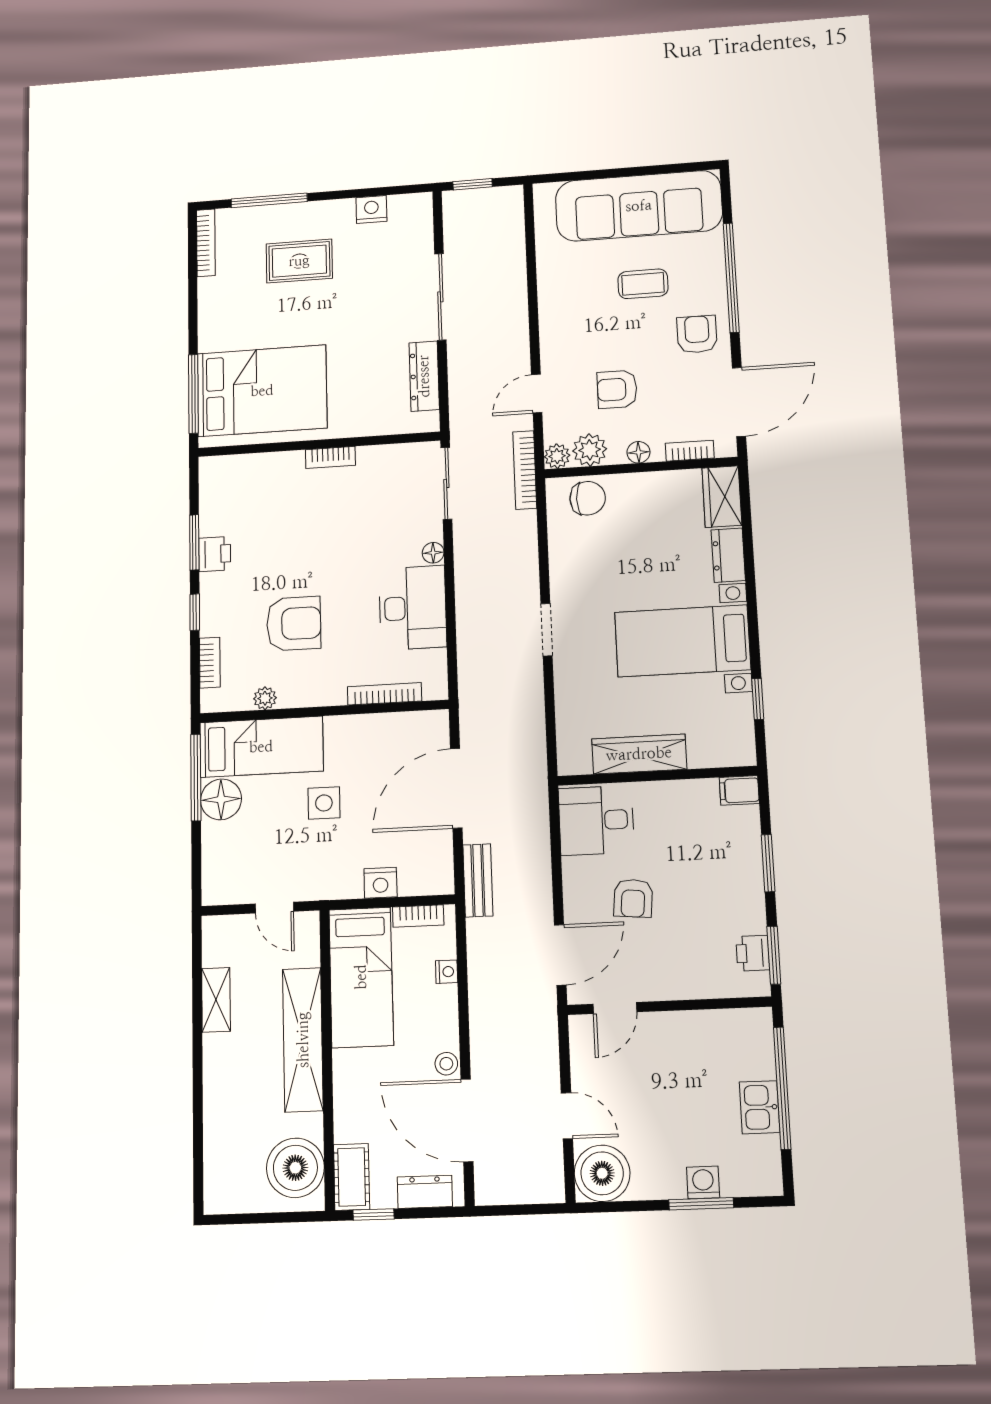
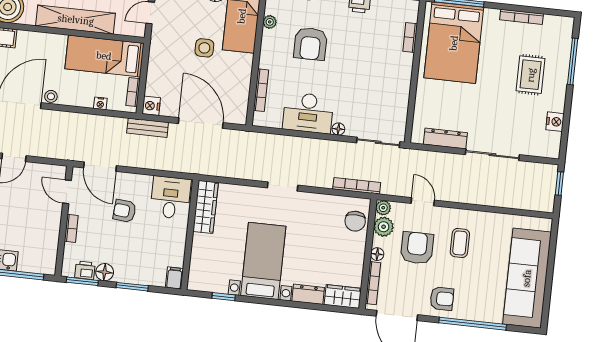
bookcase: (206, 243) -> (522, 17), moved
coffee table: (643, 284) -> (460, 243), moved
armchair: (617, 389) -> (417, 248), width x1.38, depth x1.38
bookcase: (690, 451) -> (373, 283), width x1.56
bookcase: (330, 457) -> (410, 38), moved
bookcase: (525, 470) -> (357, 186), moved
wardrobe: (639, 754) -> (206, 207), moved
nightstand: (380, 883) -> (151, 106), moved
floor lamp: (750, 917) -> (105, 272), added
bookcase: (680, 990) -> (71, 228), added

